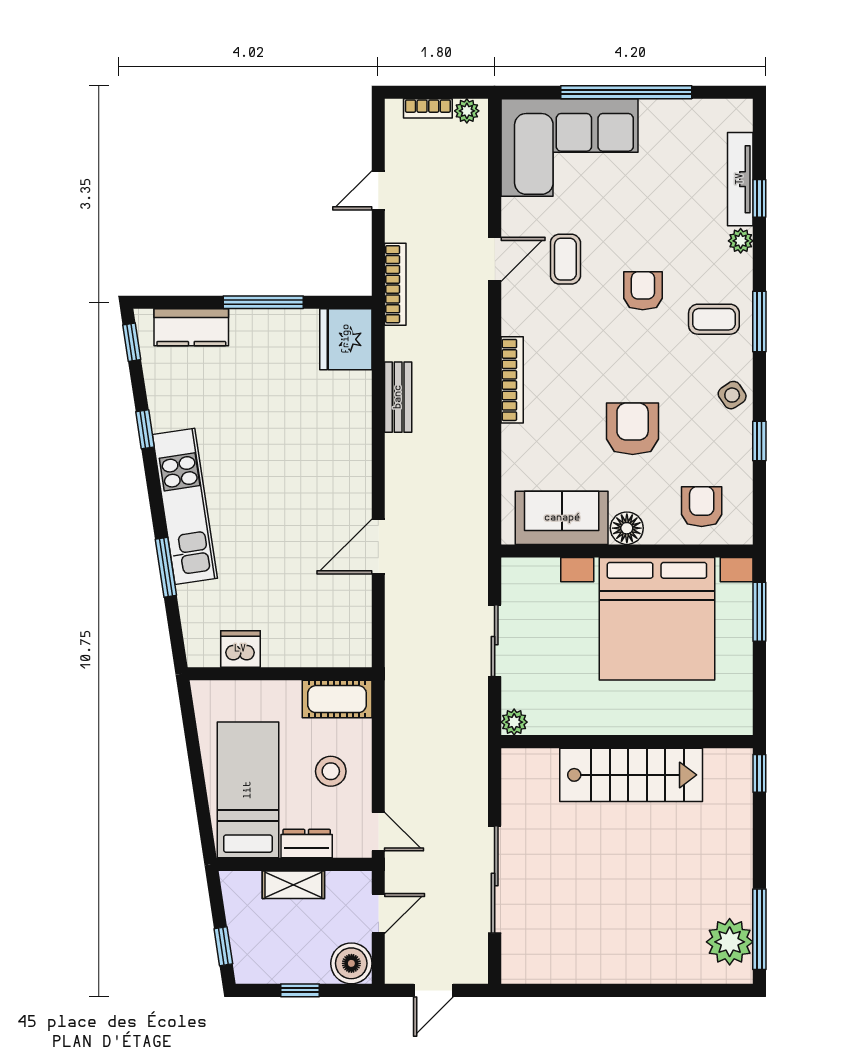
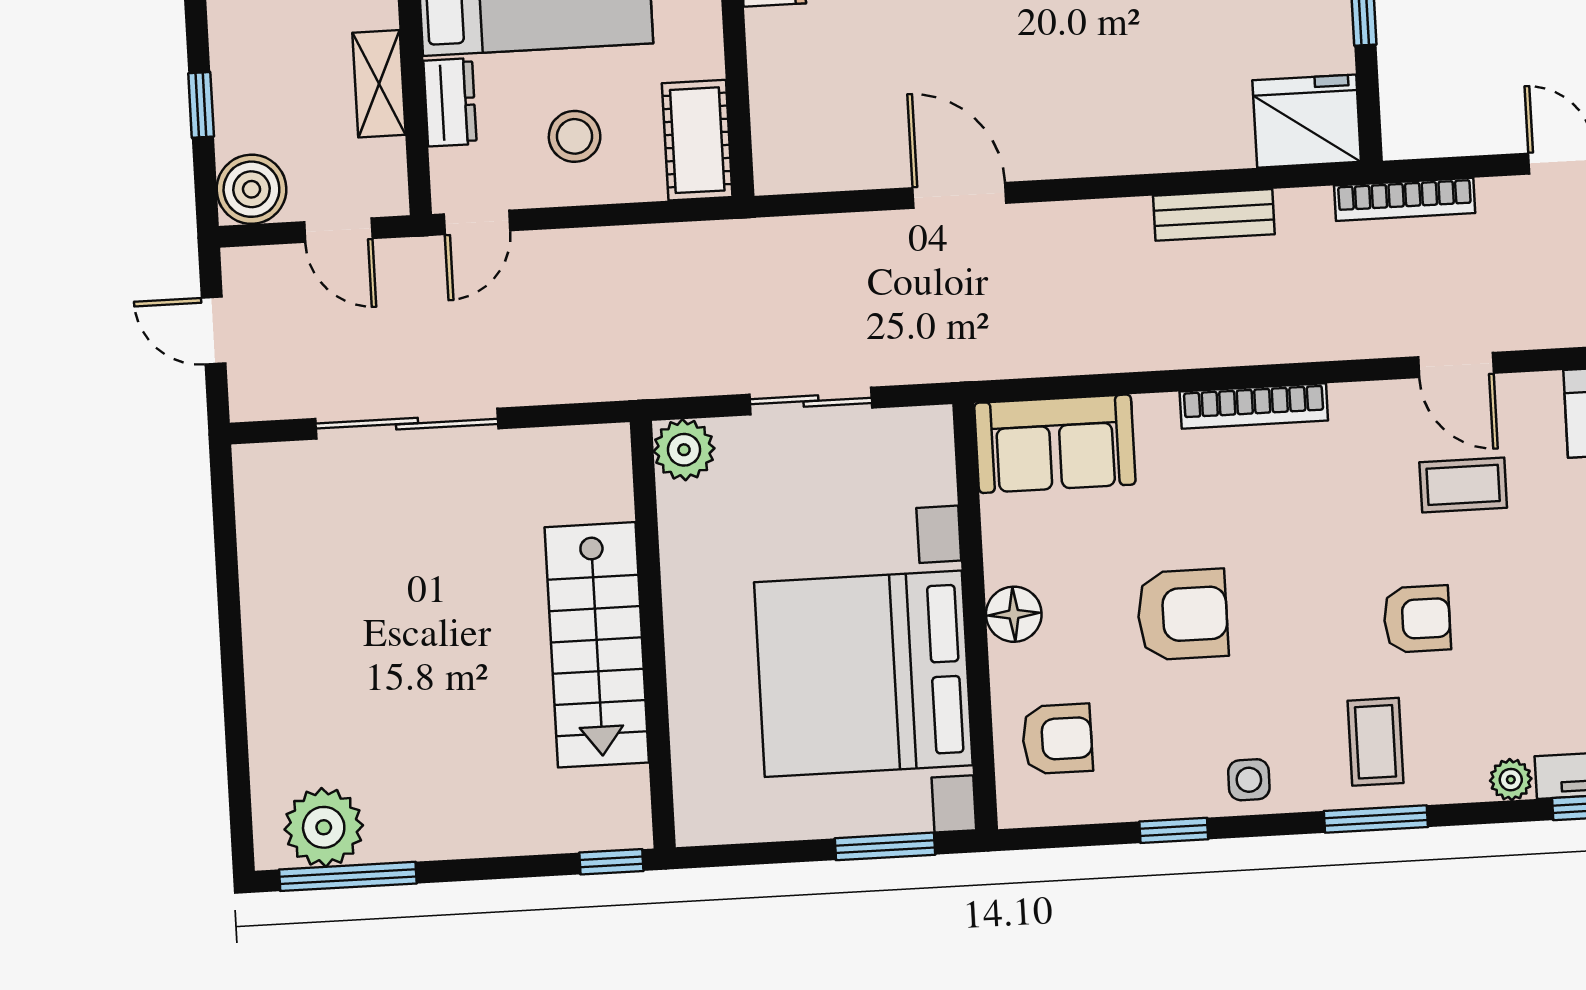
side table: (732, 395) -> (1249, 780), turned 34
sofa: (562, 518) -> (1055, 444), moved, turned 90
plant: (514, 722) -> (684, 450), width x1.38, depth x1.38

